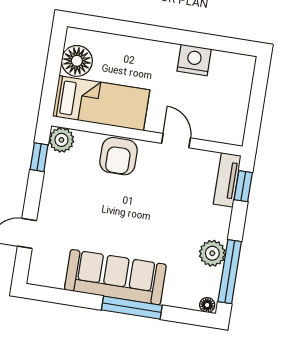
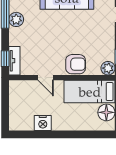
armchair: (119, 156) -> (76, 64), turned 90

